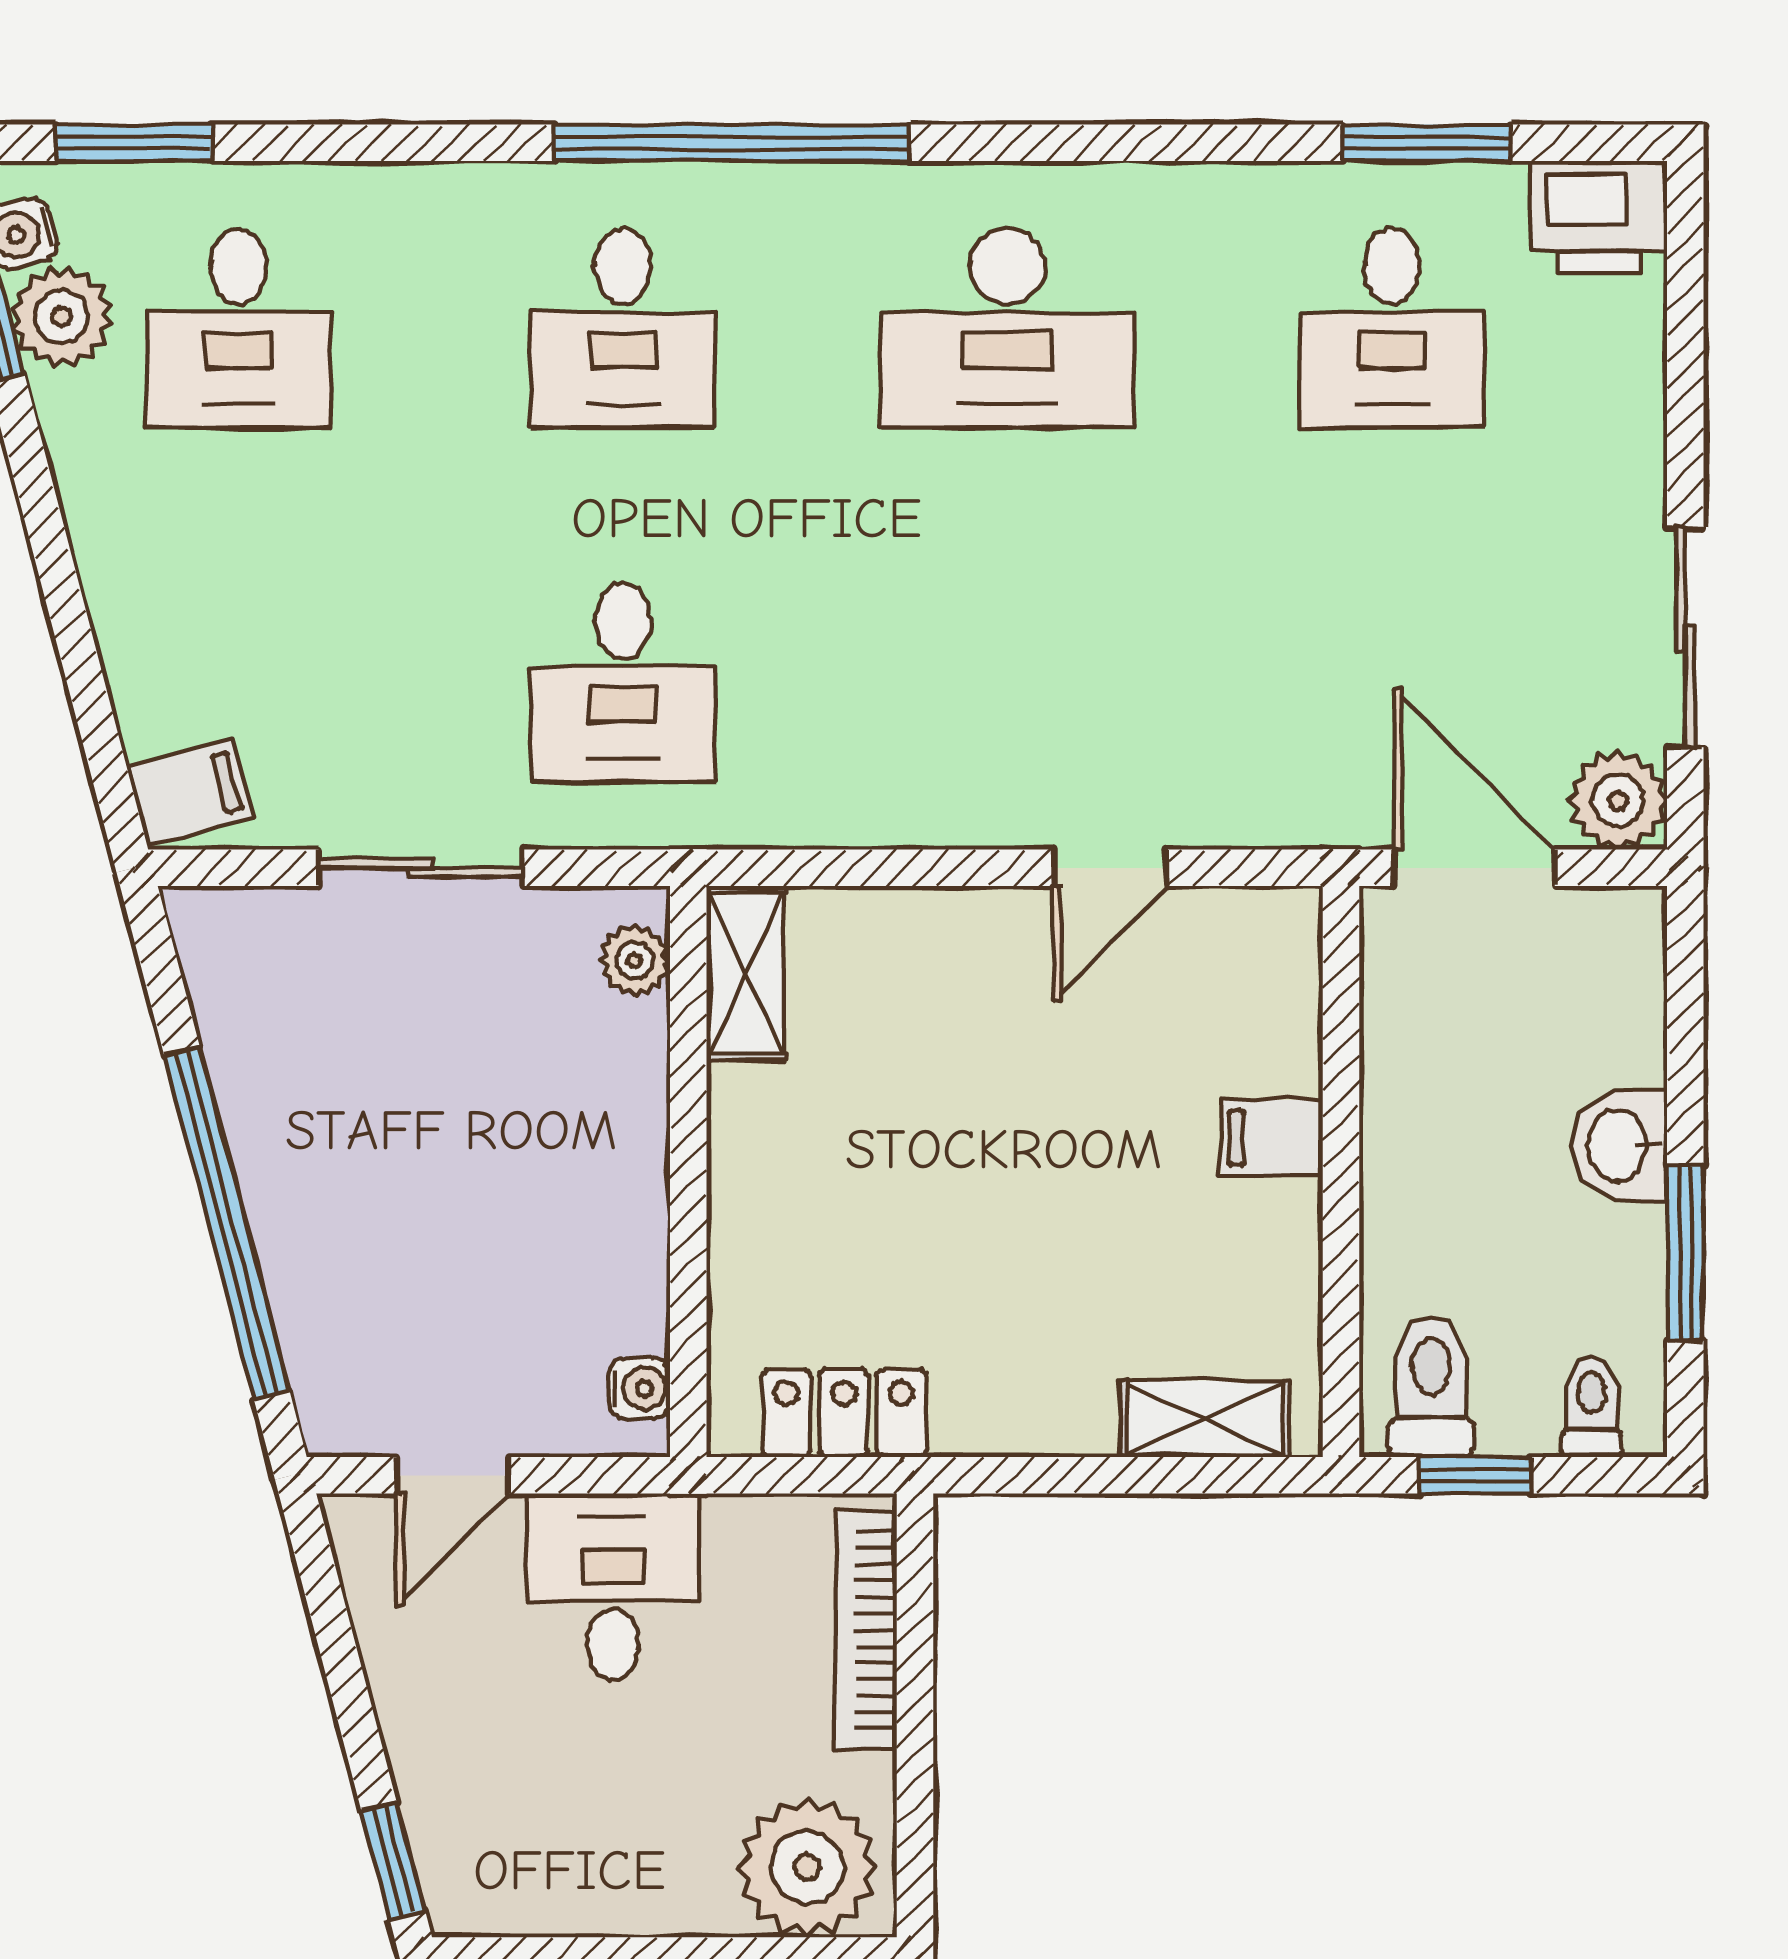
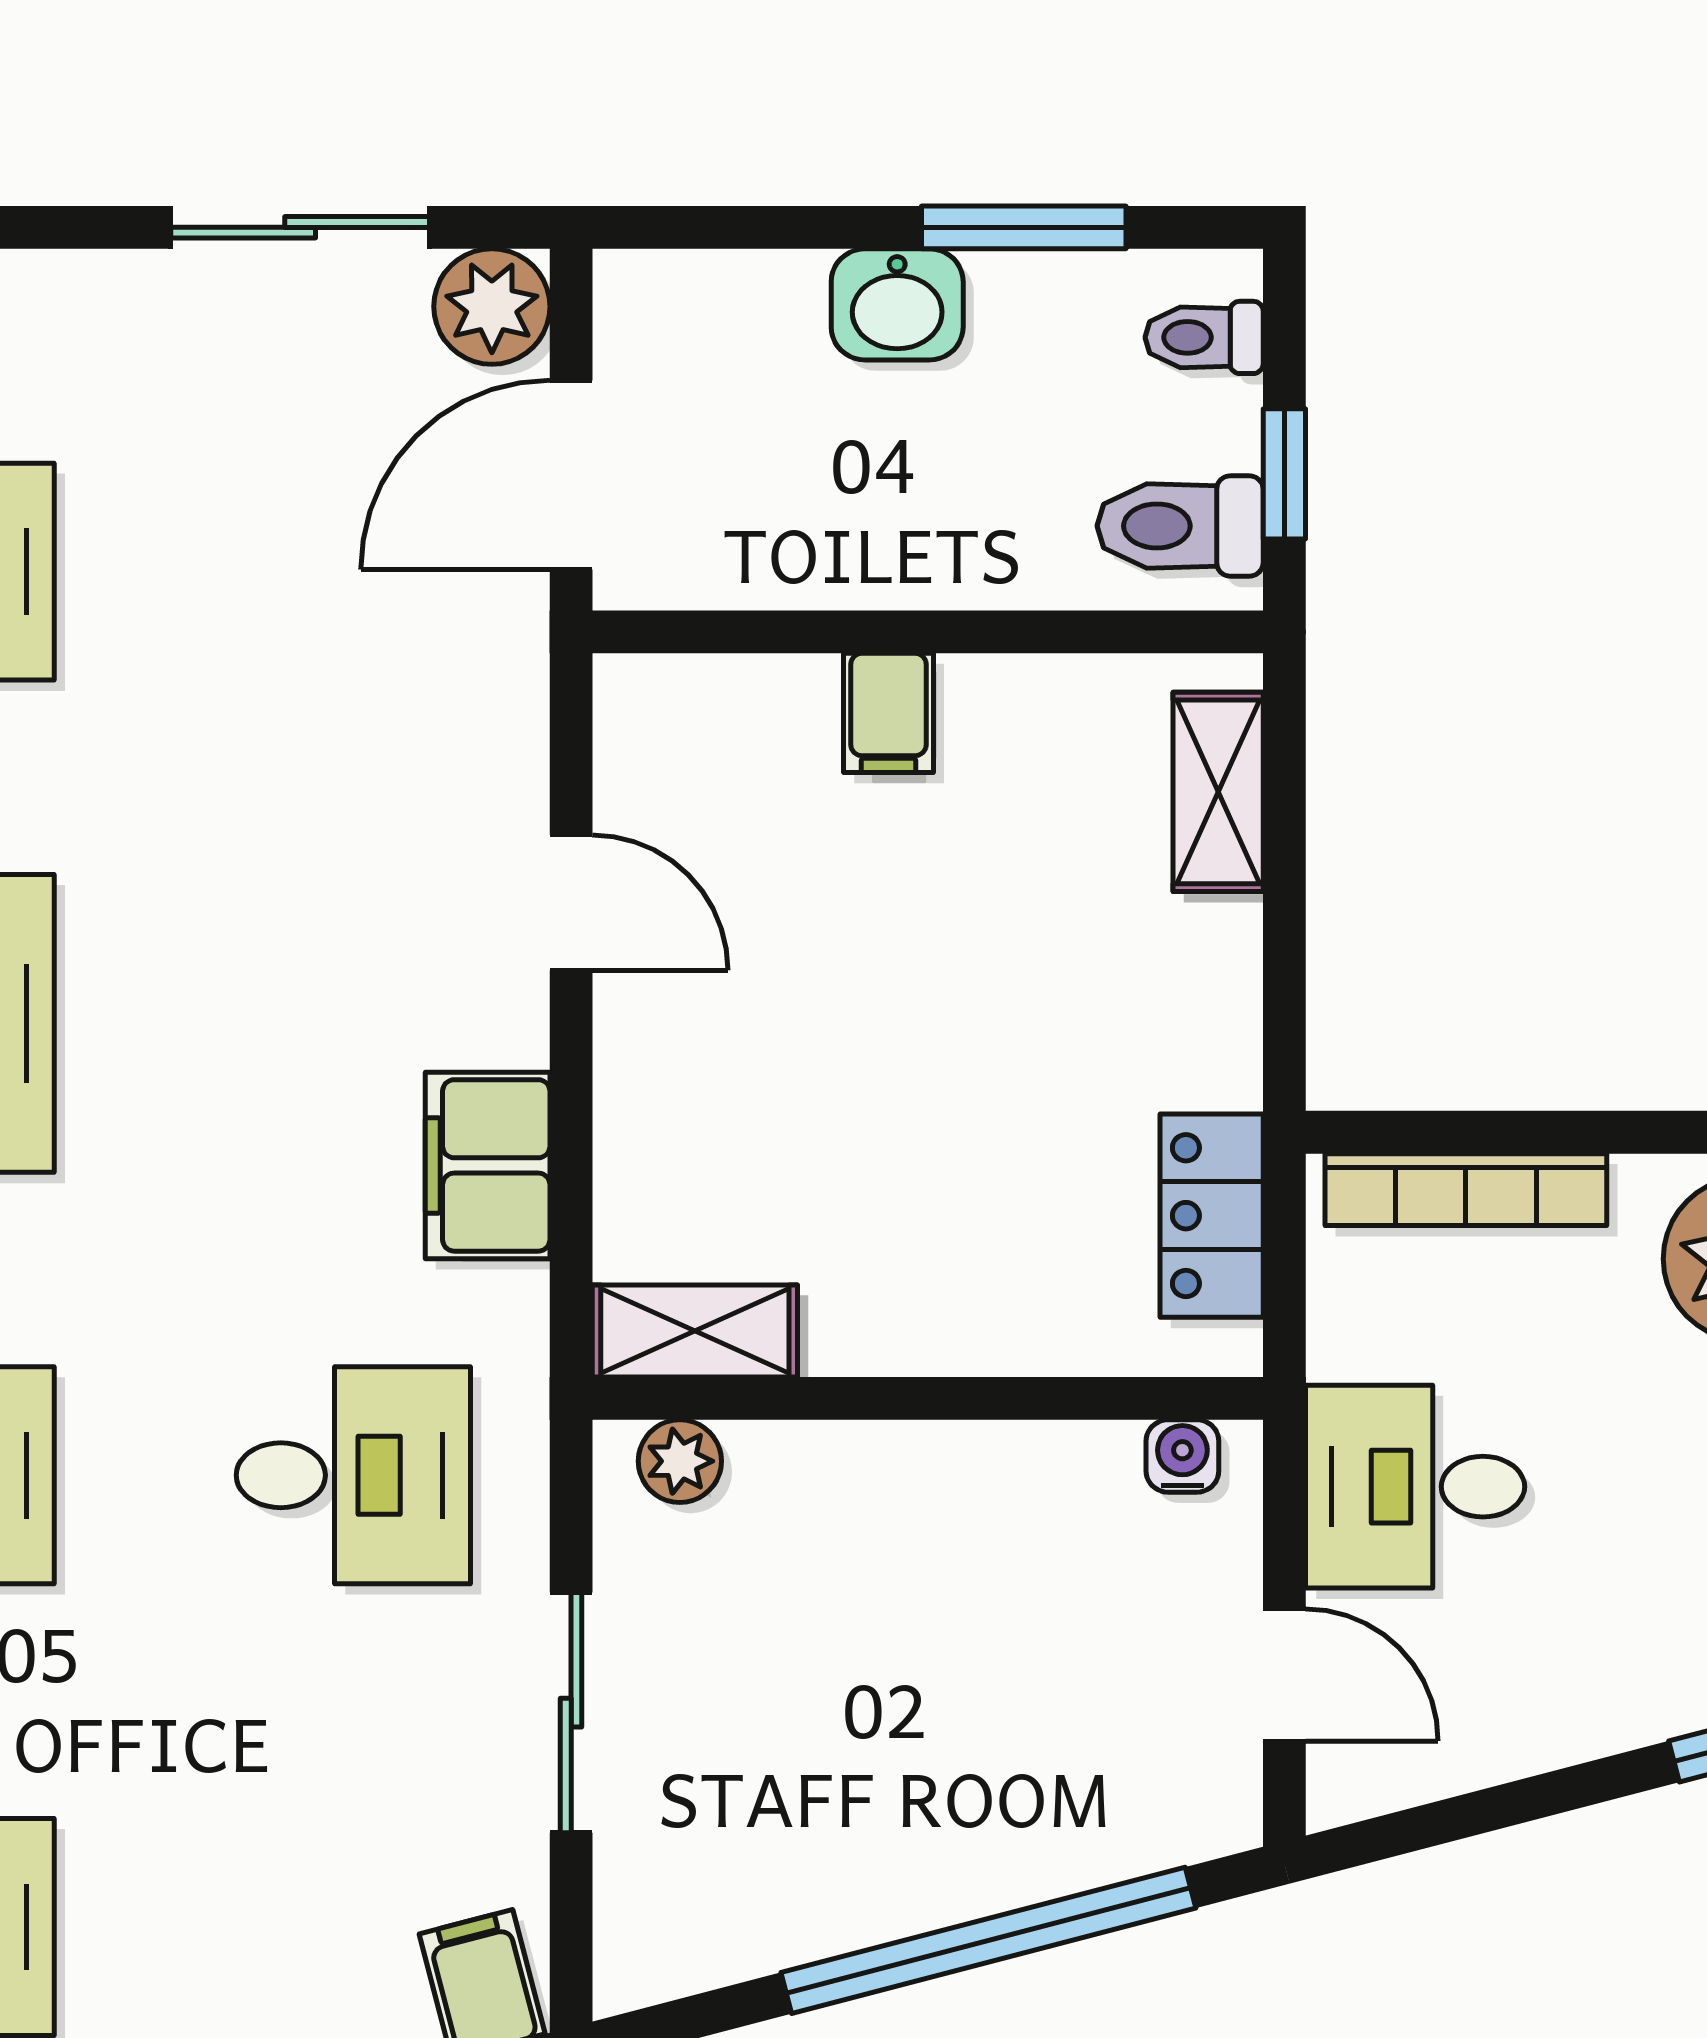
filing cabinet: (887, 797) -> (488, 1165), added

